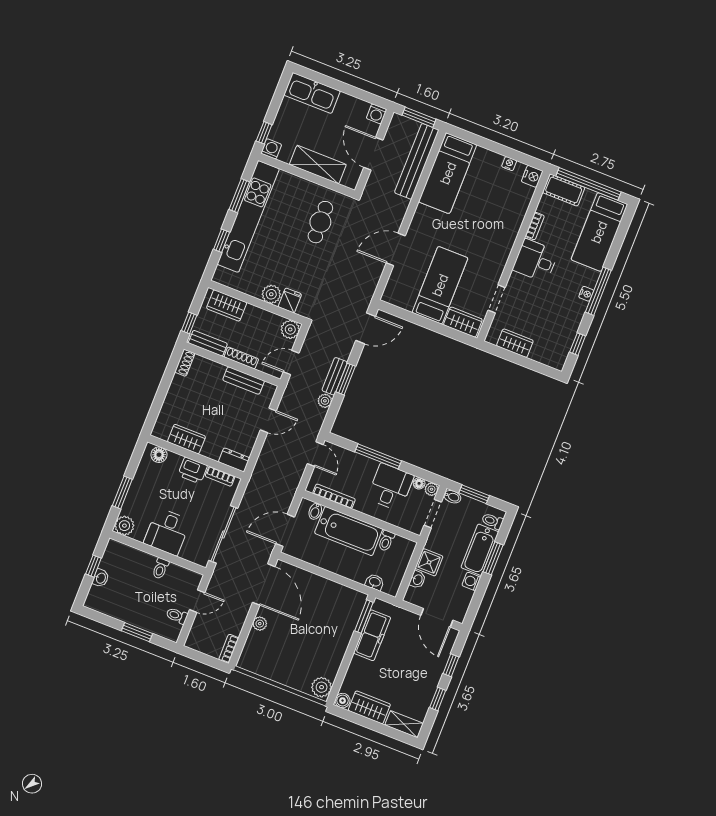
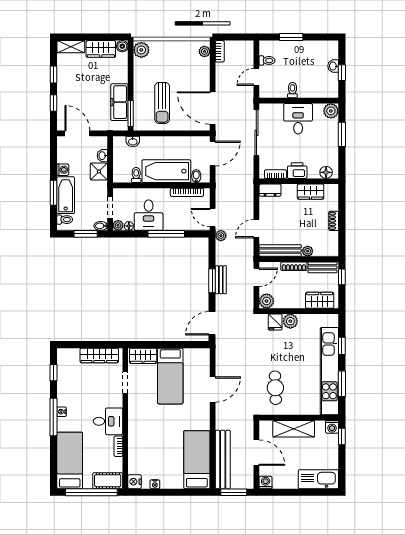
wardrobe: (515, 343) -> (99, 355), width x1.50
shoe rack: (185, 363) -> (334, 221), moved
plant: (218, 370) -> (308, 251), added
bench: (244, 381) -> (280, 251), width x1.36
plant: (325, 401) -> (221, 236), moved
sun lounger: (322, 614) -> (162, 103), added
plant: (260, 624) -> (204, 51), moved

